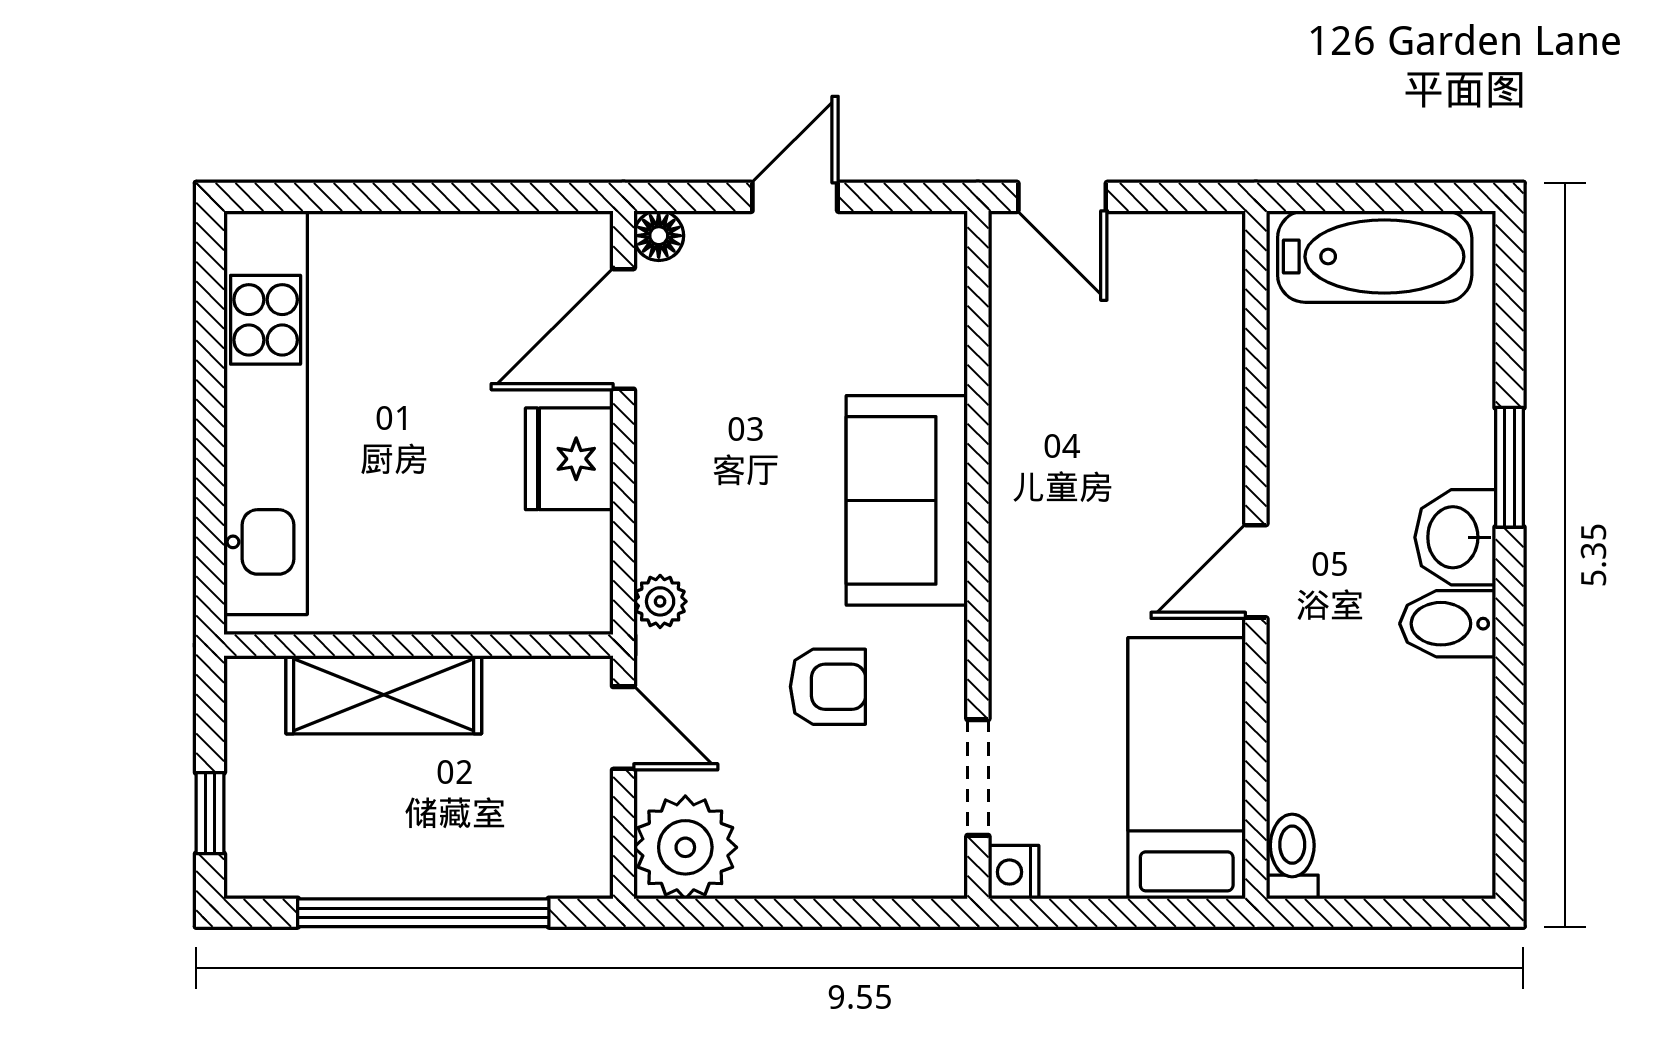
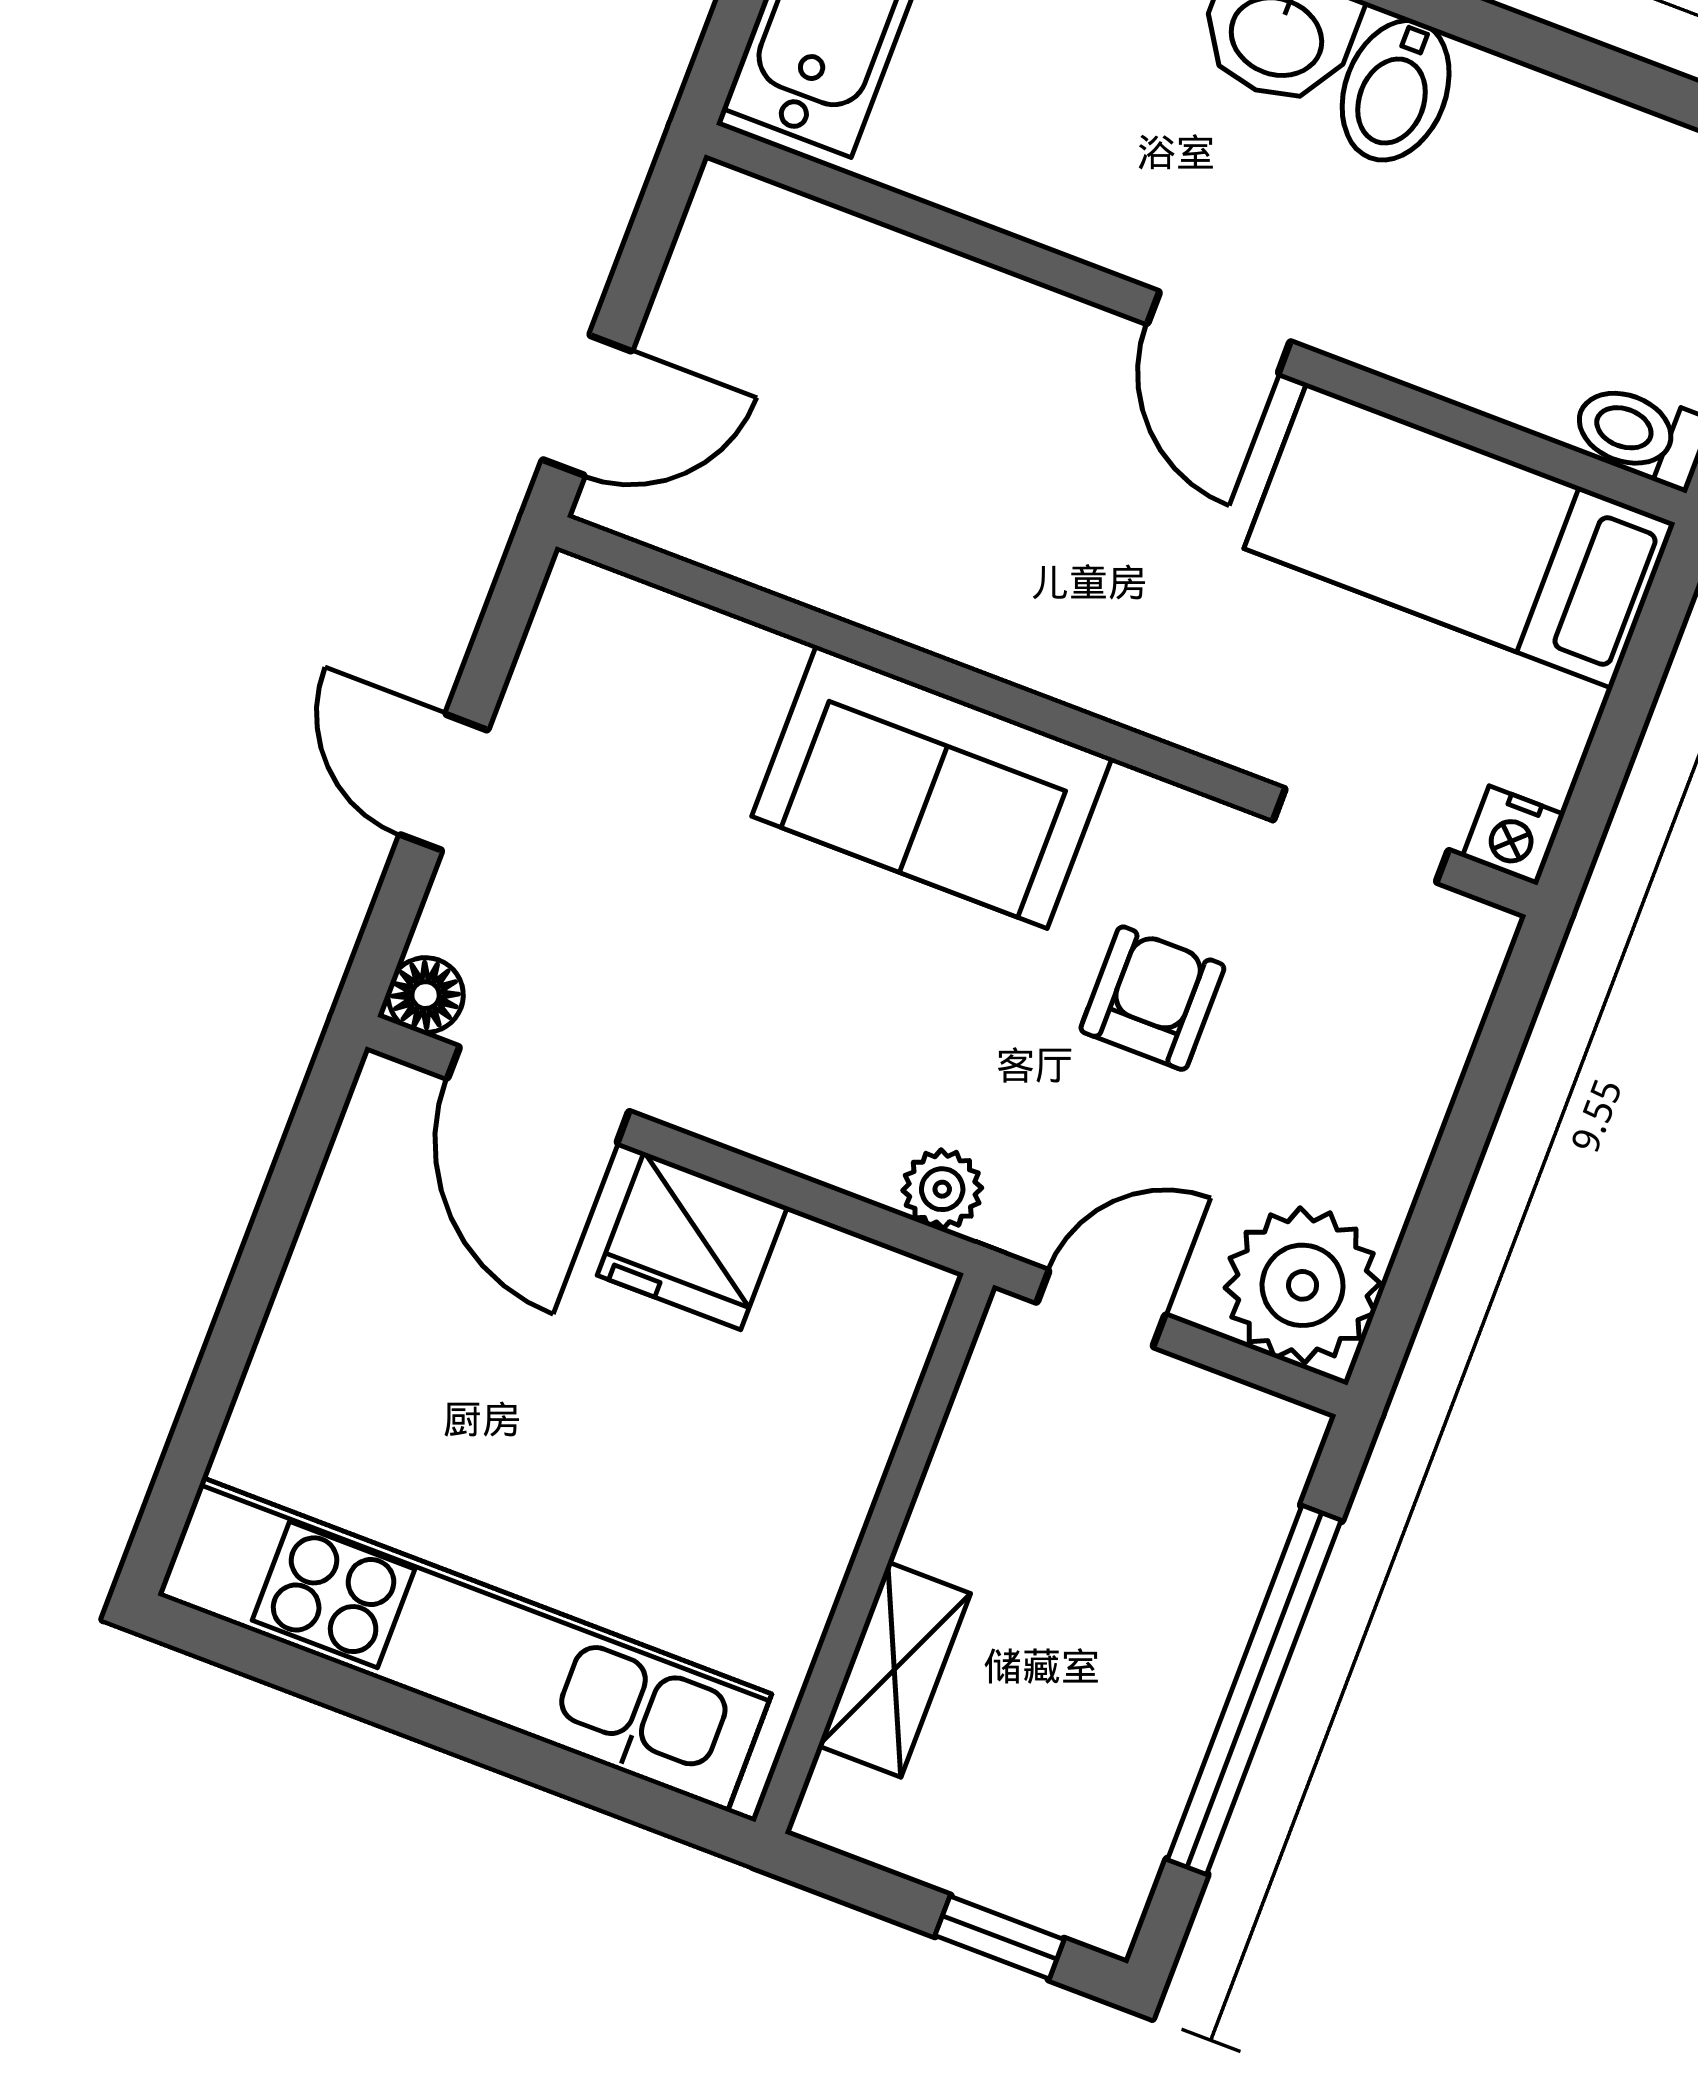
shelving: (384, 695) -> (894, 1670), width x0.67, depth x0.75

